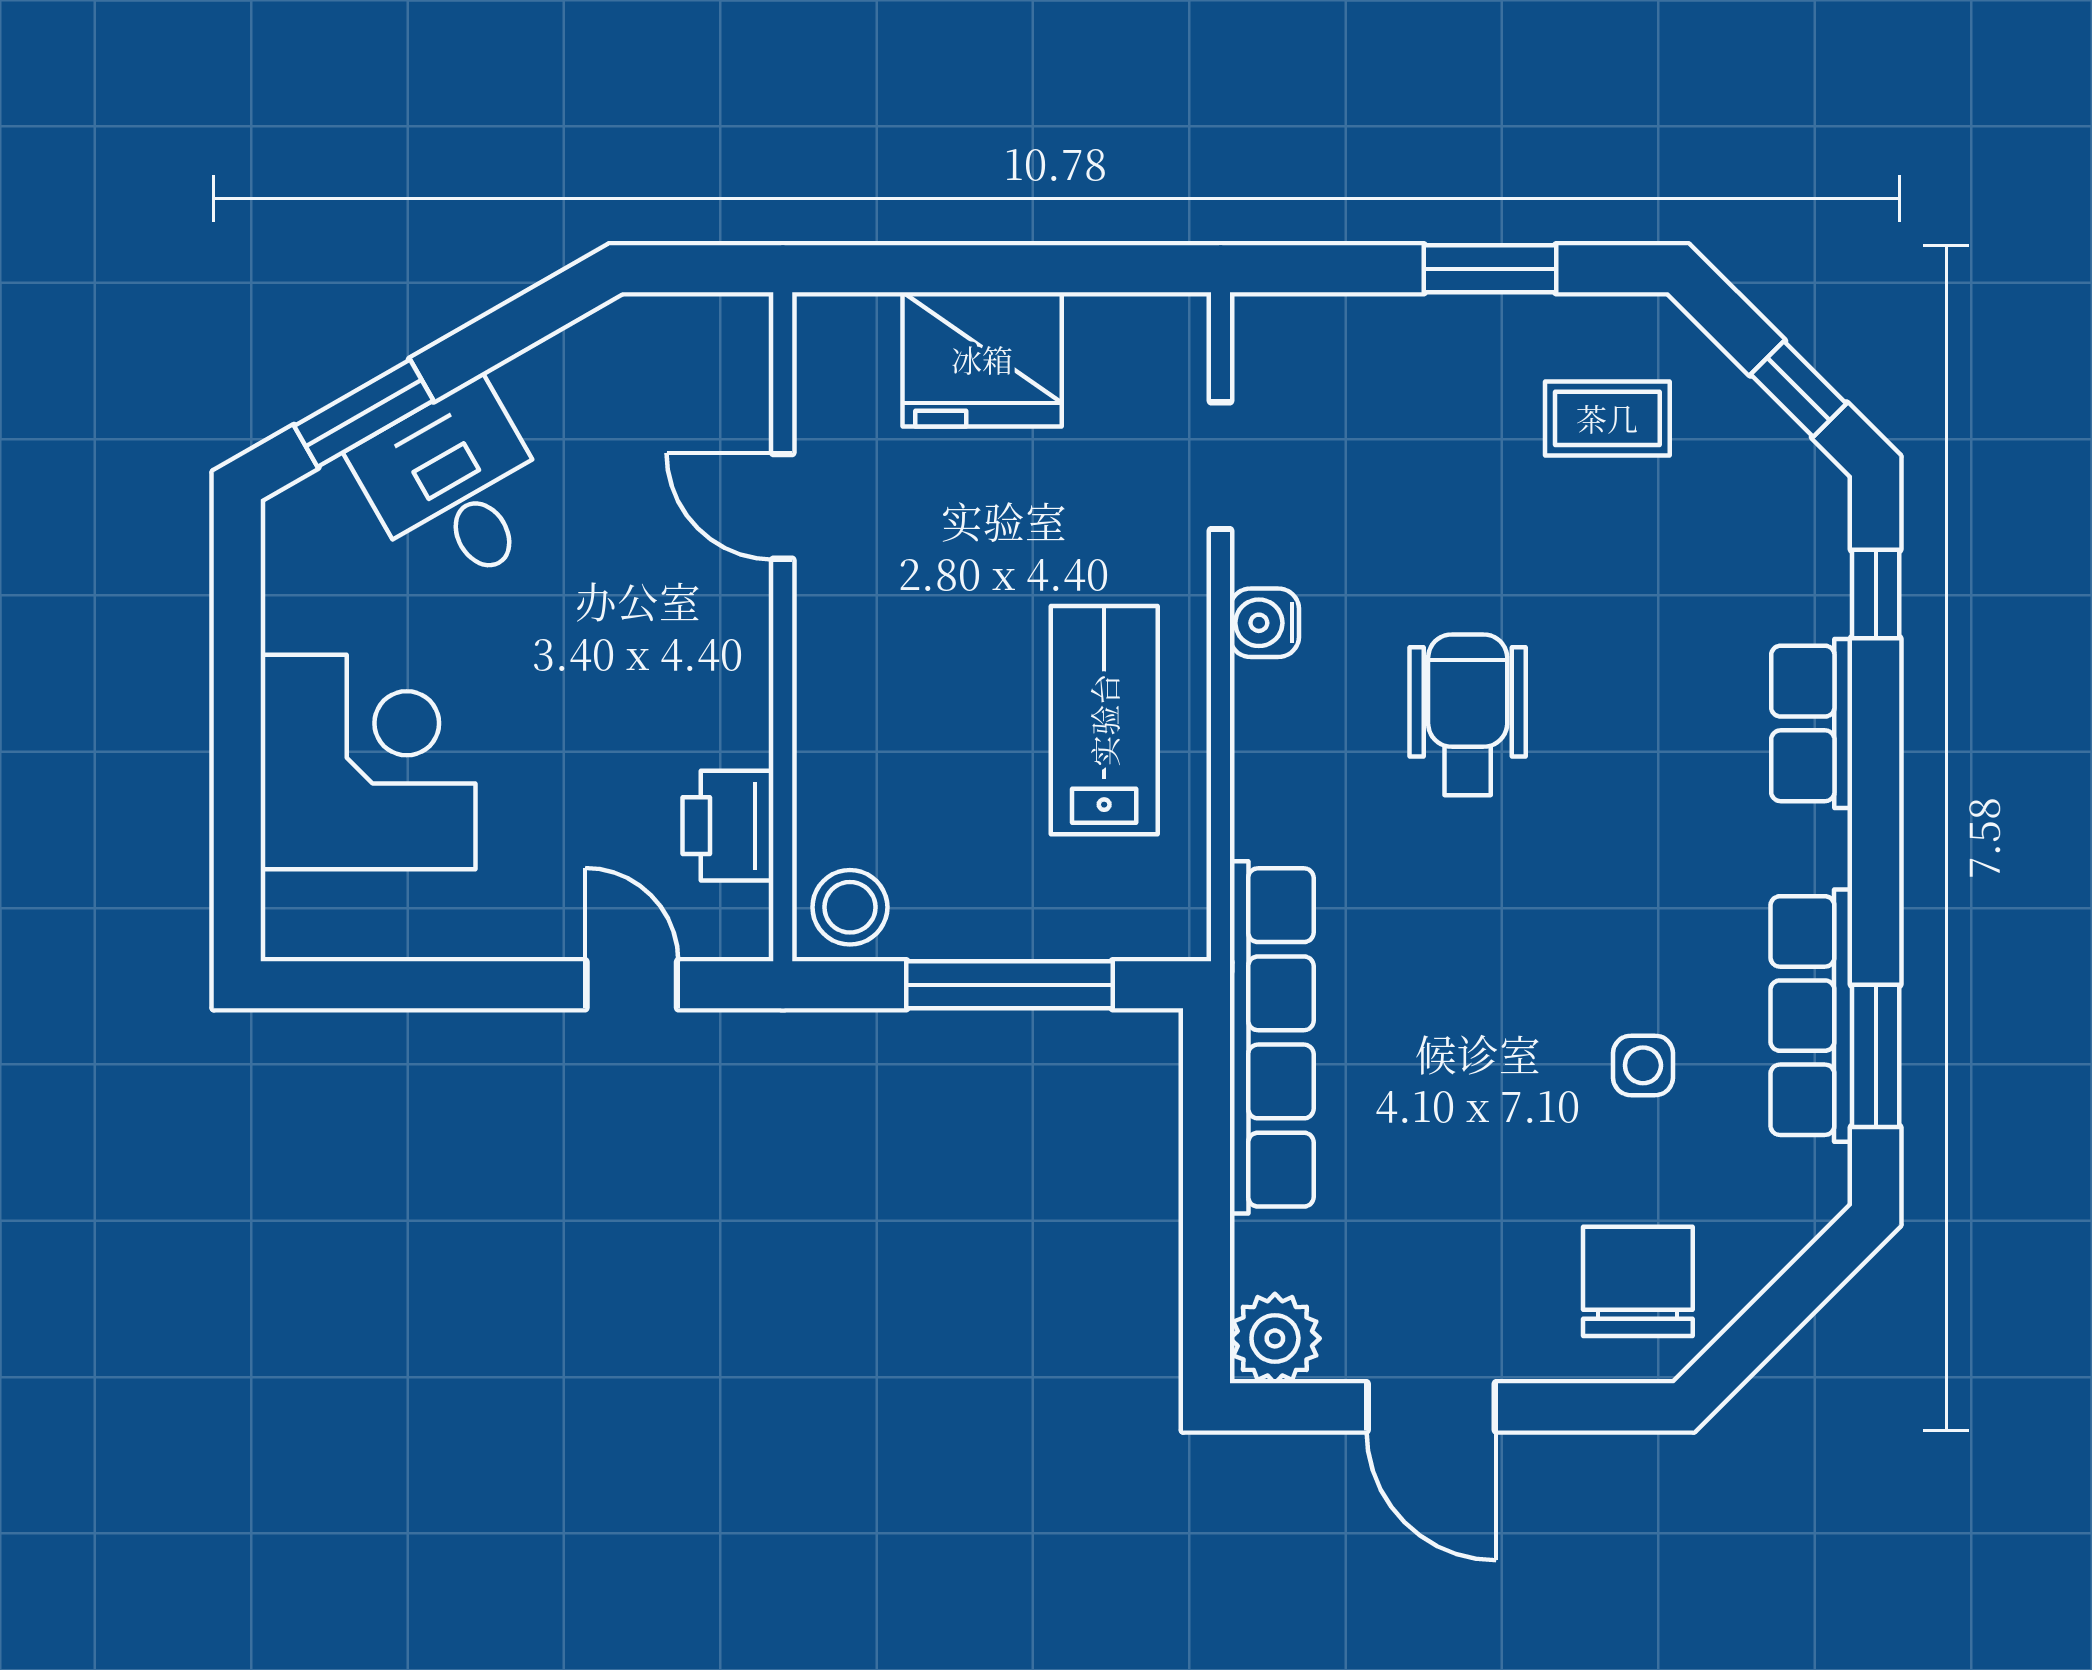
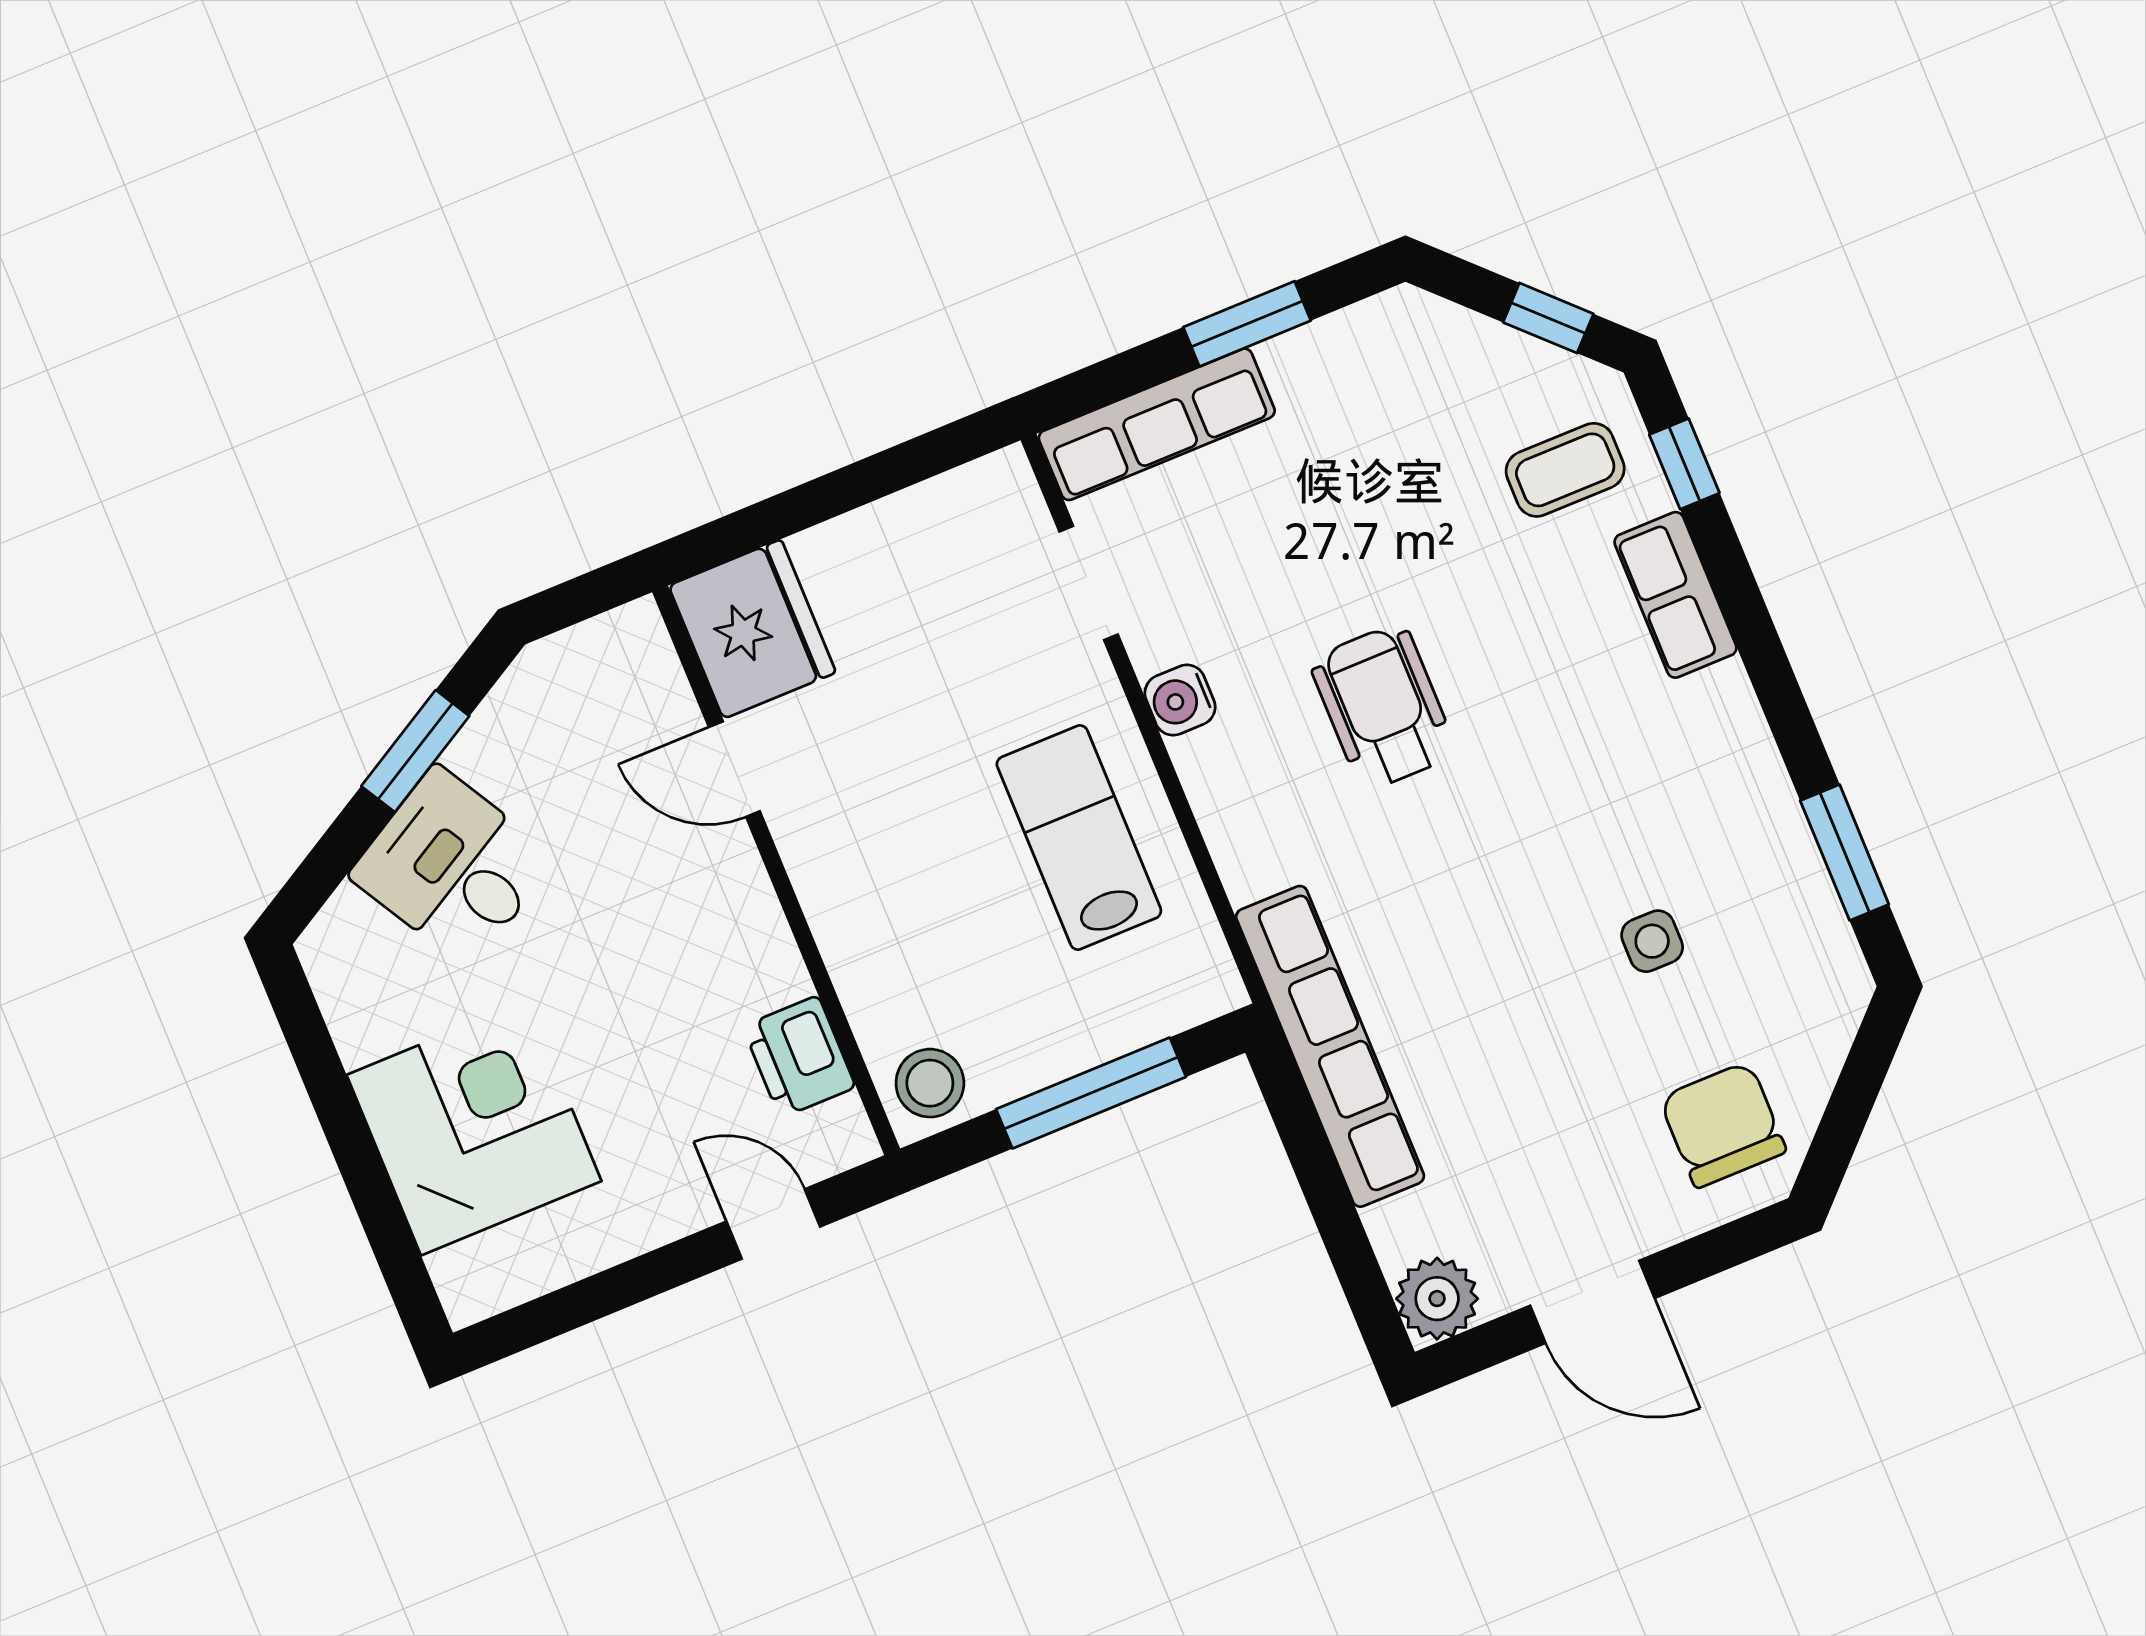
fridge: (982, 359) -> (752, 629), moved, turned -90
window: (364, 413) -> (415, 751), moved
coffee table: (1607, 418) -> (1565, 470), moved
row of seats: (1811, 1016) -> (1157, 424), moved, turned -90

